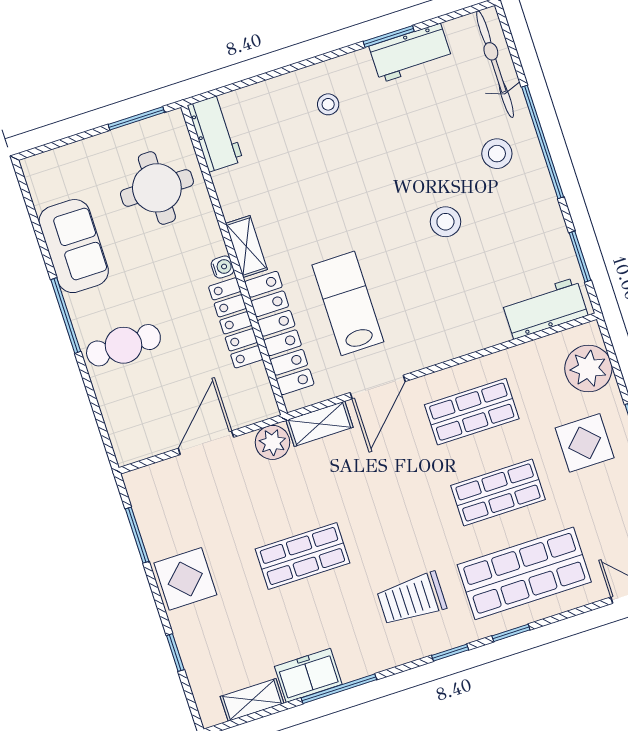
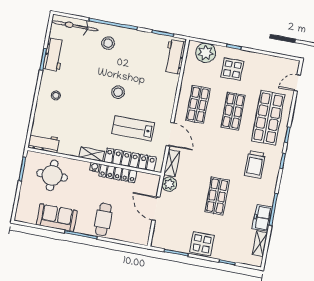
stool: (445, 222) -> (118, 92), moved

